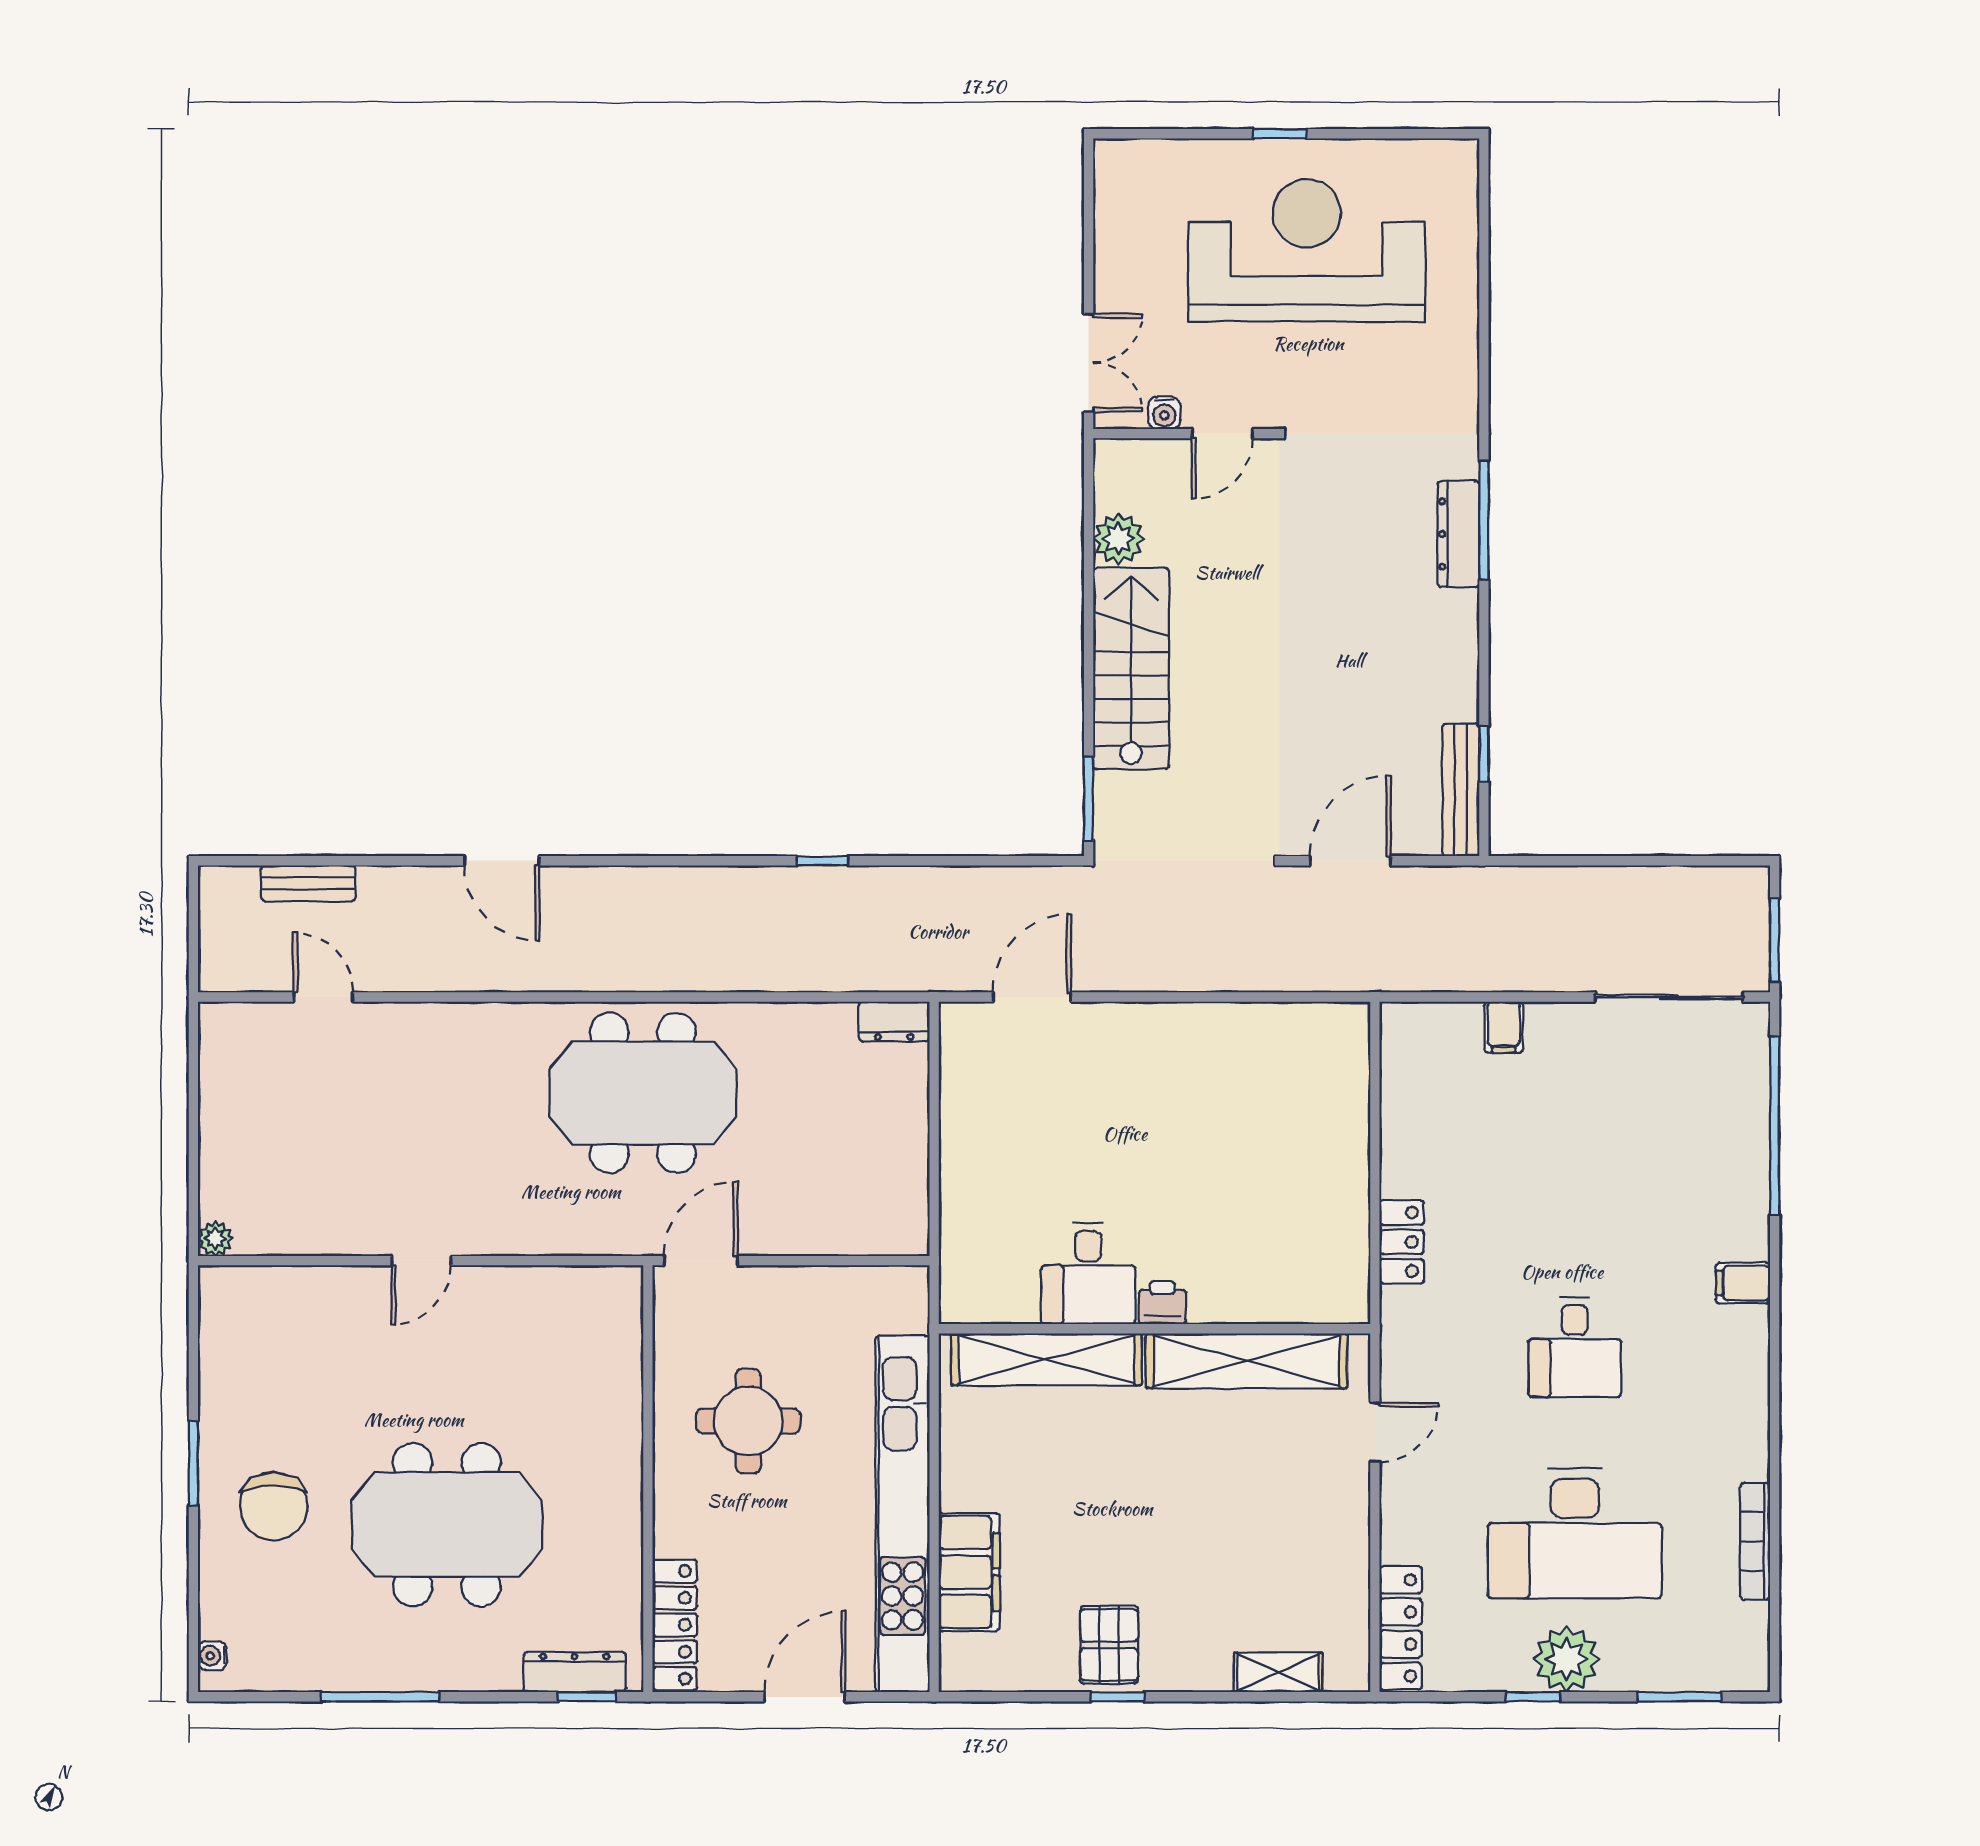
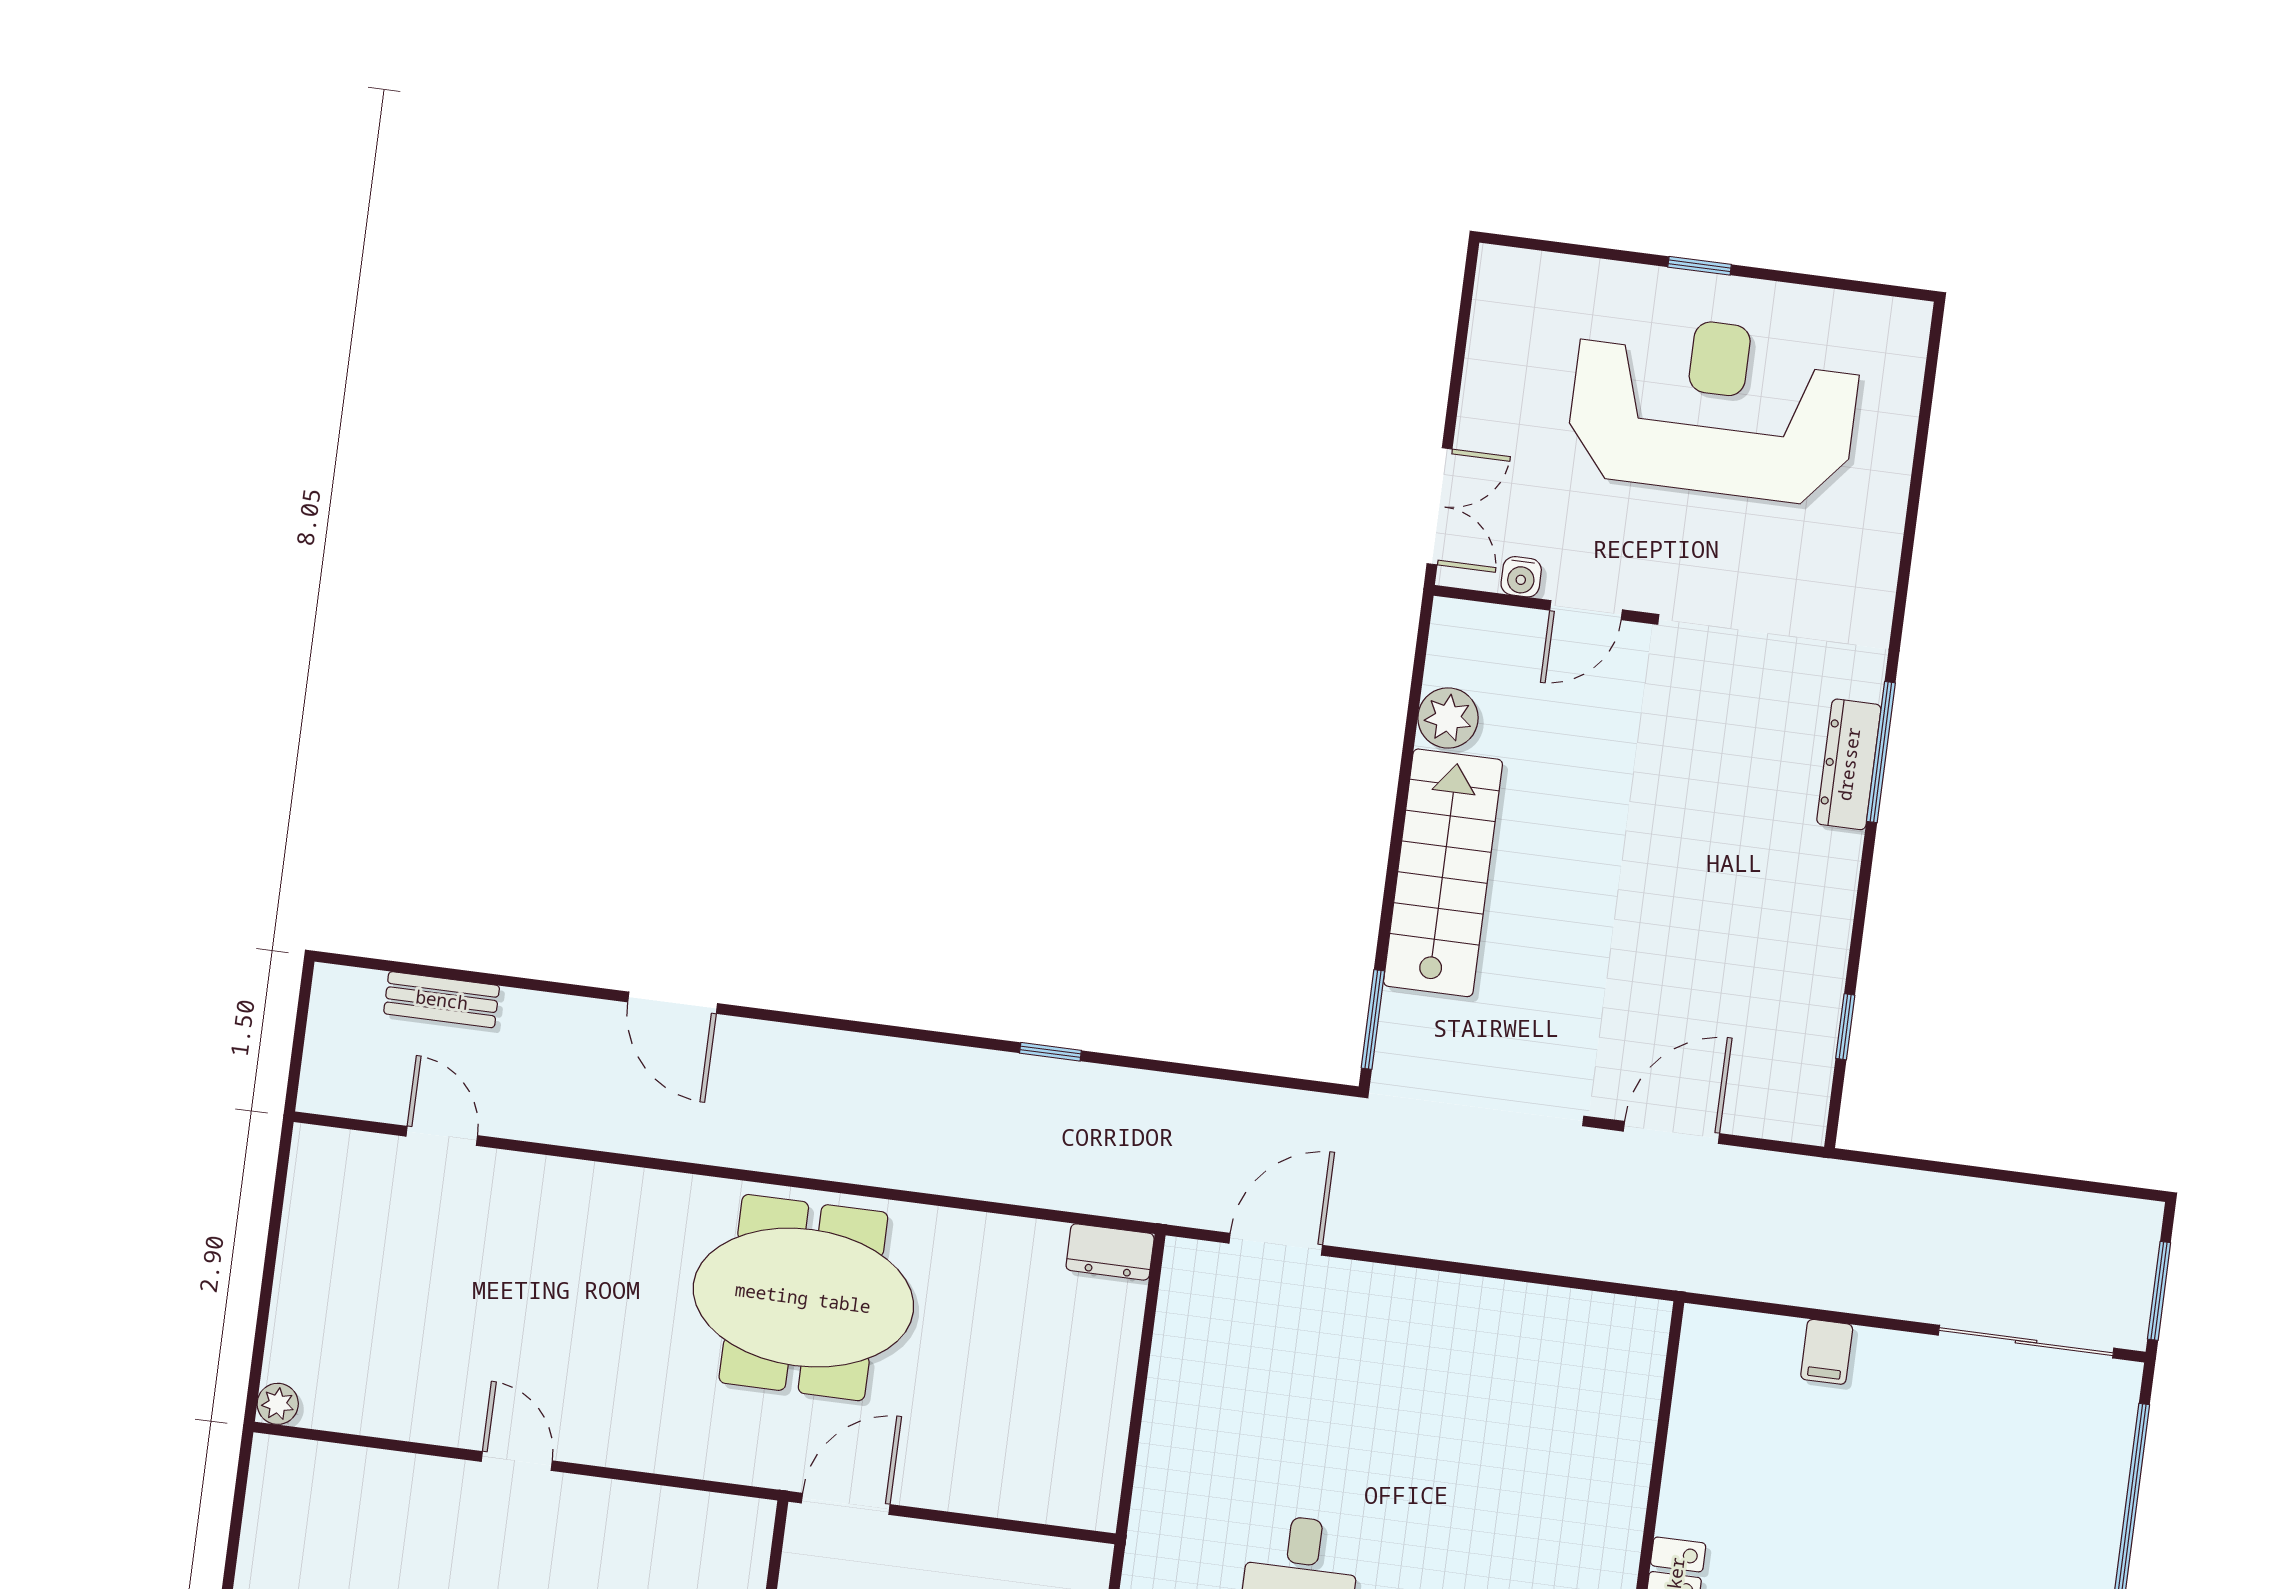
bench: (1461, 790) -> (1812, 1066), removed
door: (421, 1261) -> (517, 1461), swing flipped

